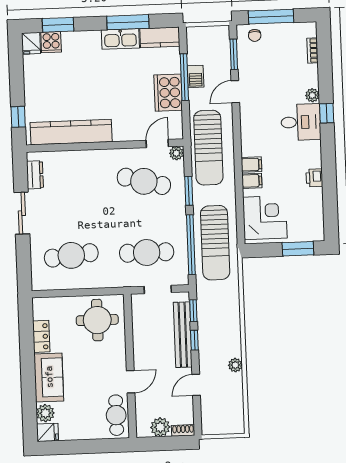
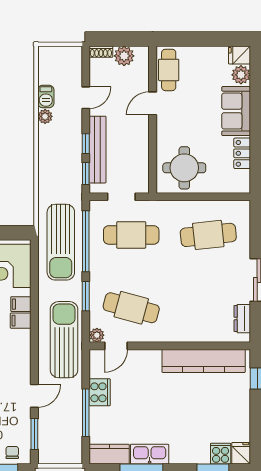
barbecue: (196, 76) -> (46, 97), moved, turned 180
cooker: (168, 93) -> (100, 392), width x0.73, depth x0.76
sun lounger: (215, 243) -> (61, 242), turned 180

